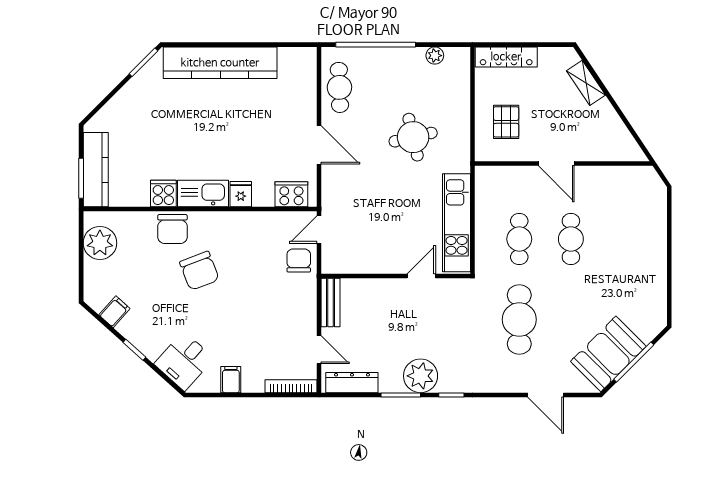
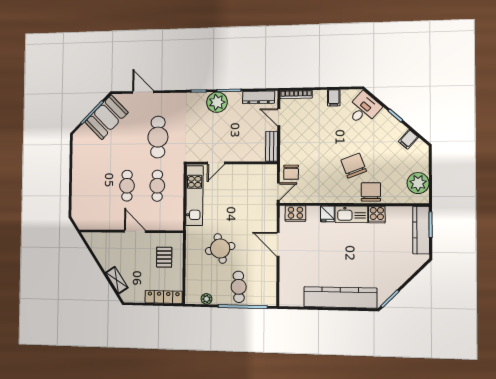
cafe table: (339, 87) -> (239, 287), moved

